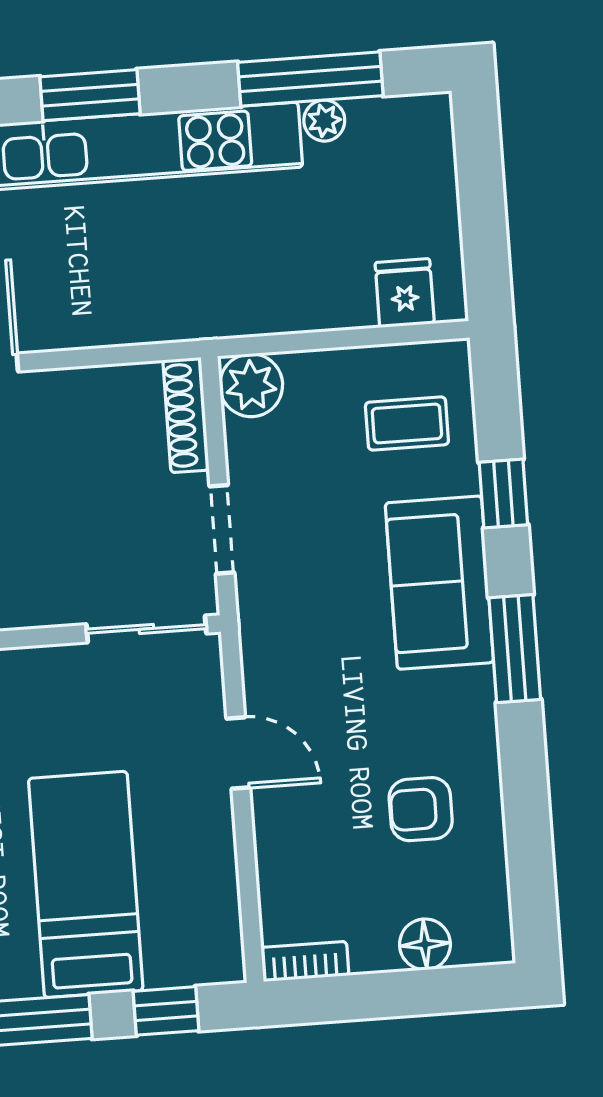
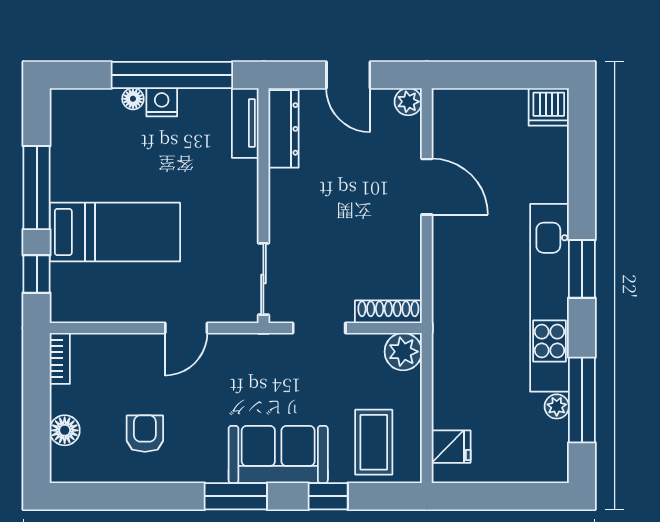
coffee table: (407, 423) -> (374, 442), width x1.36, depth x1.30

